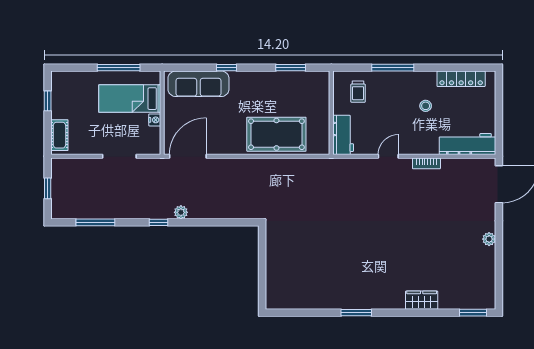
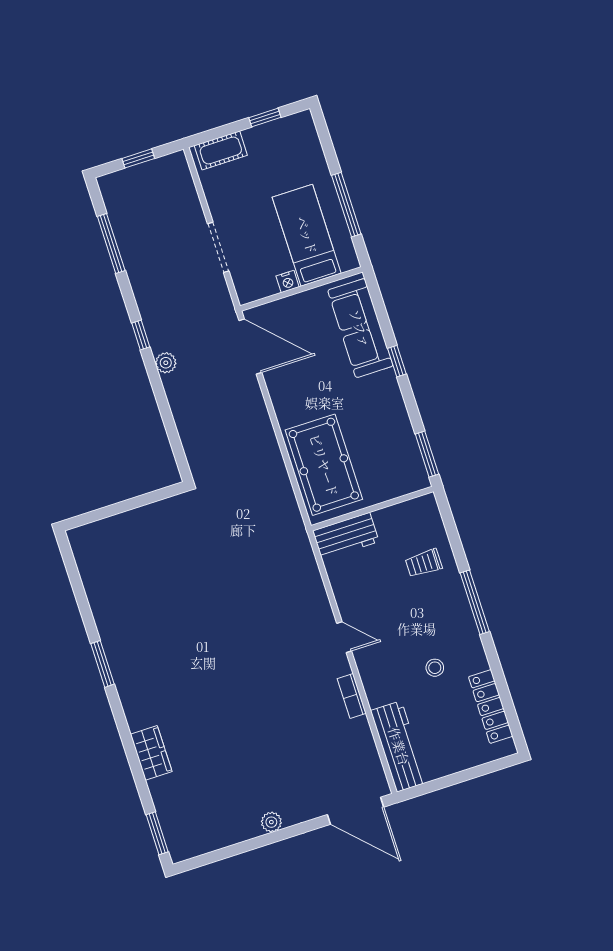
wall: (331, 113) -> (372, 509), moved
workbench: (343, 135) -> (346, 536), moved

